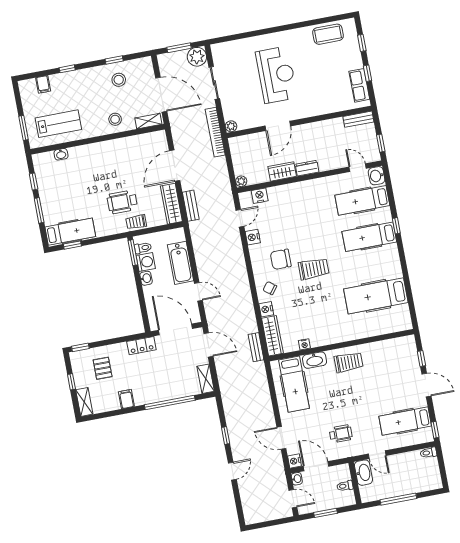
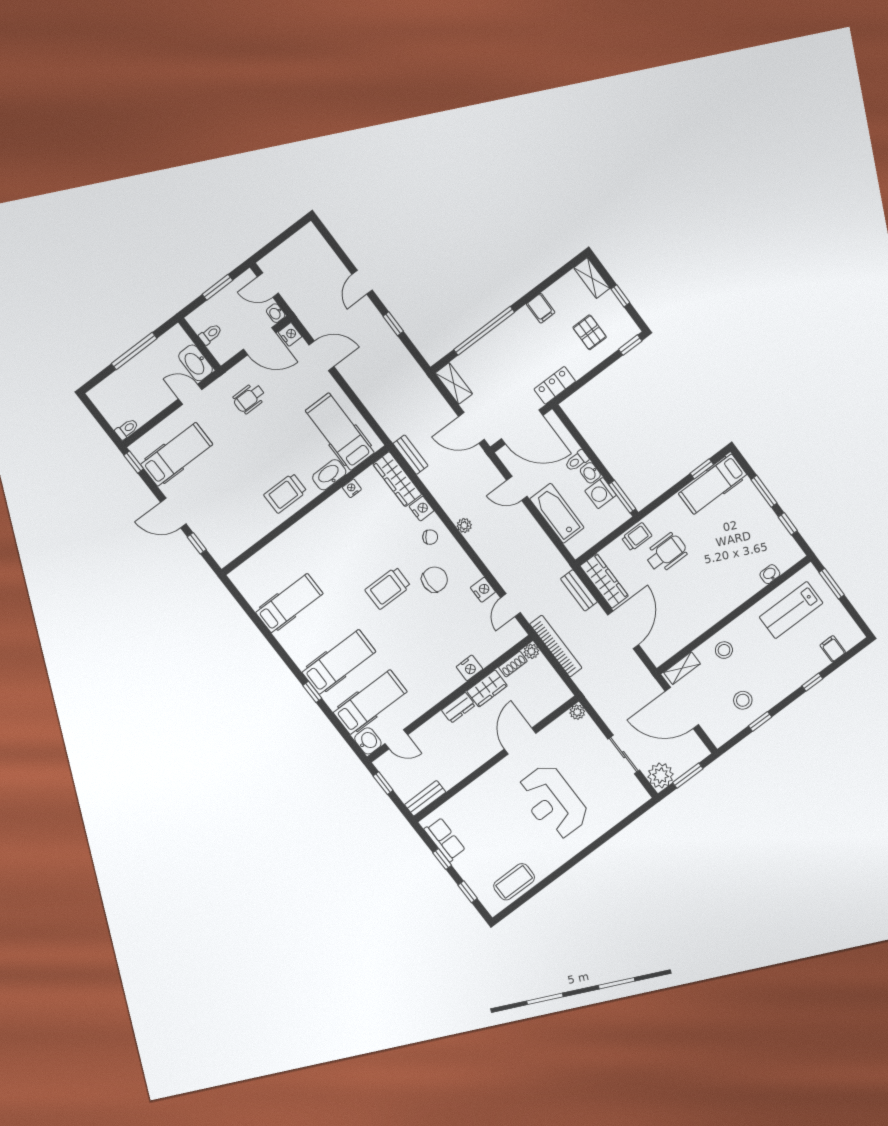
bookcase: (215, 132) -> (556, 646), moved
shoe rack: (257, 179) -> (513, 664), added
nightstand: (260, 196) -> (469, 668), moved
toilet: (143, 248) -> (577, 461), moved
plant: (244, 285) -> (464, 526), added
hospital bed: (376, 296) -> (289, 603), width x0.73, depth x0.78

